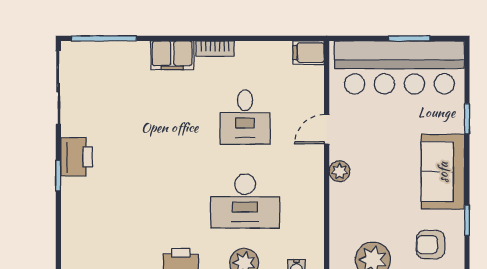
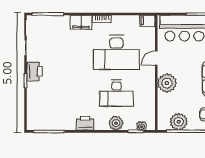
desk: (245, 117) -> (116, 52), width x1.87, depth x1.30
plant: (340, 171) -> (167, 83), width x1.87, depth x1.87

